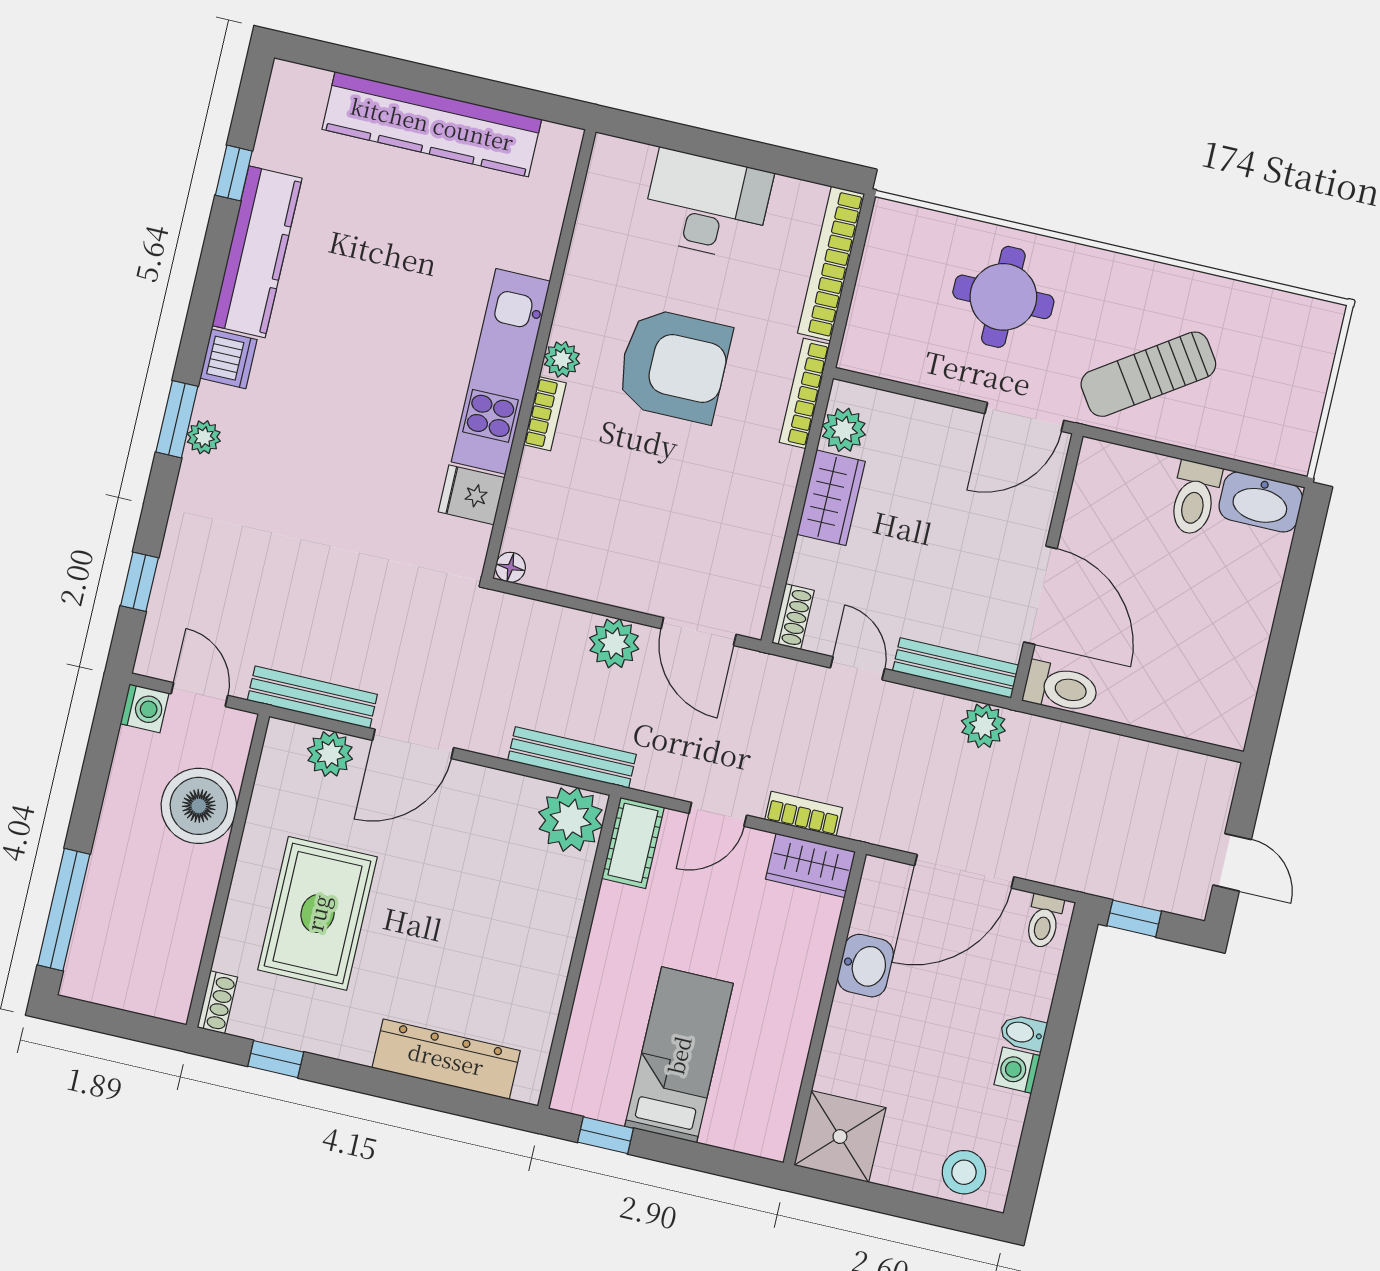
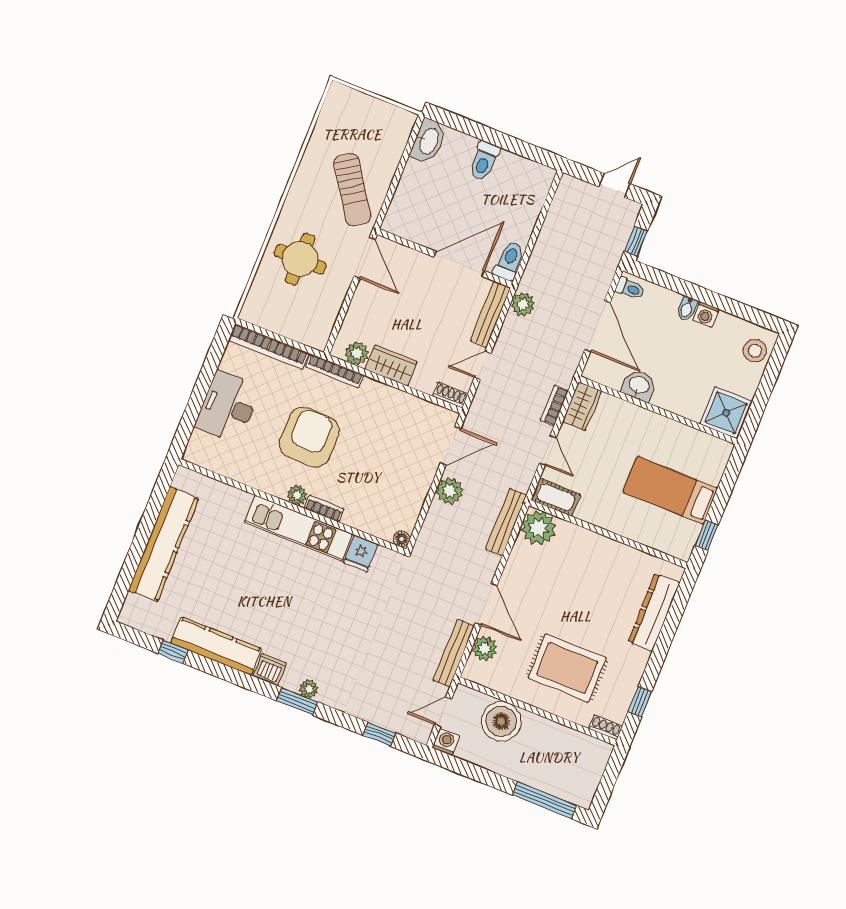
toilet: (1195, 498) -> (484, 161), moved, turned 90

